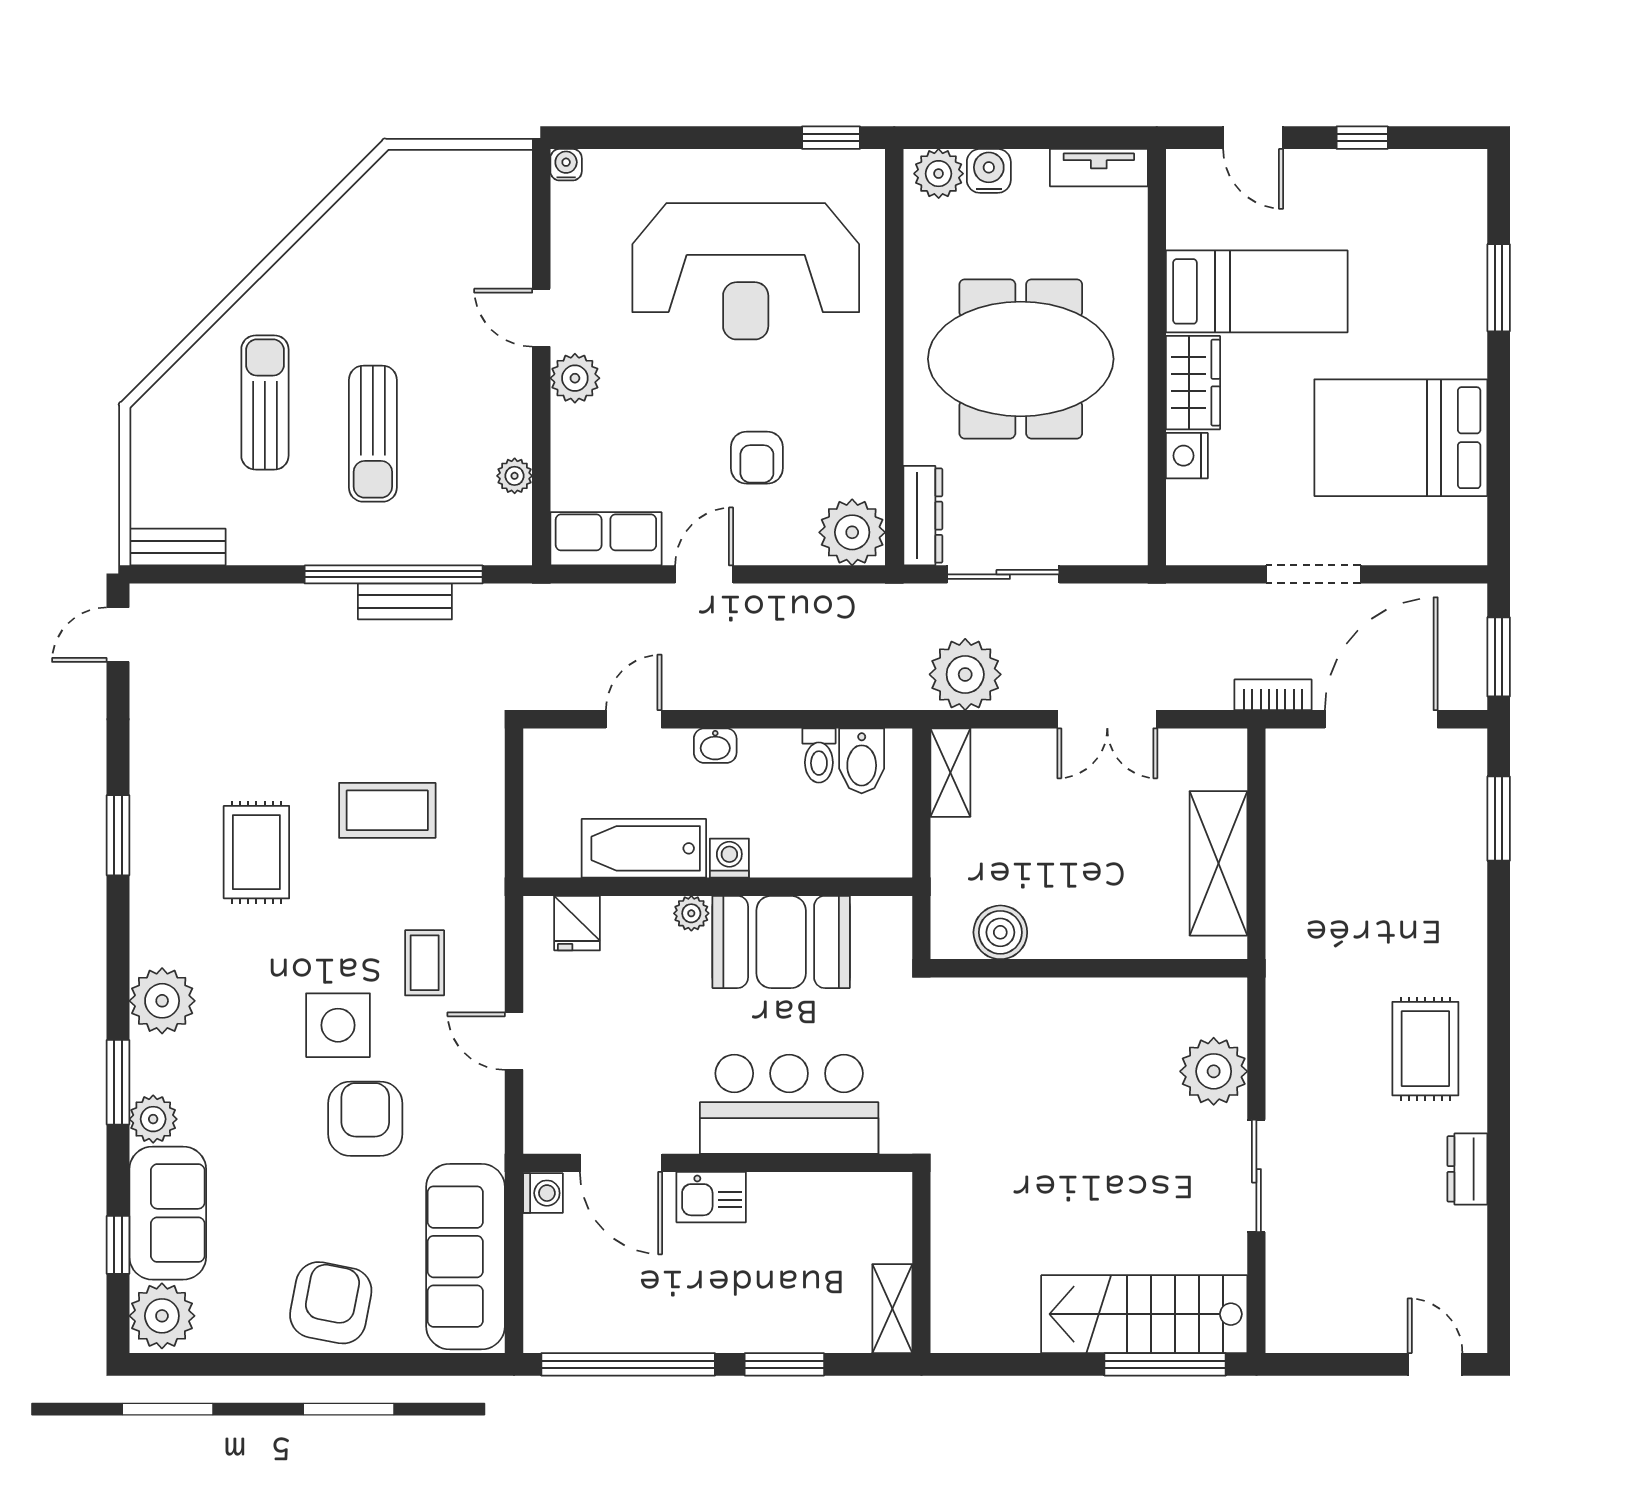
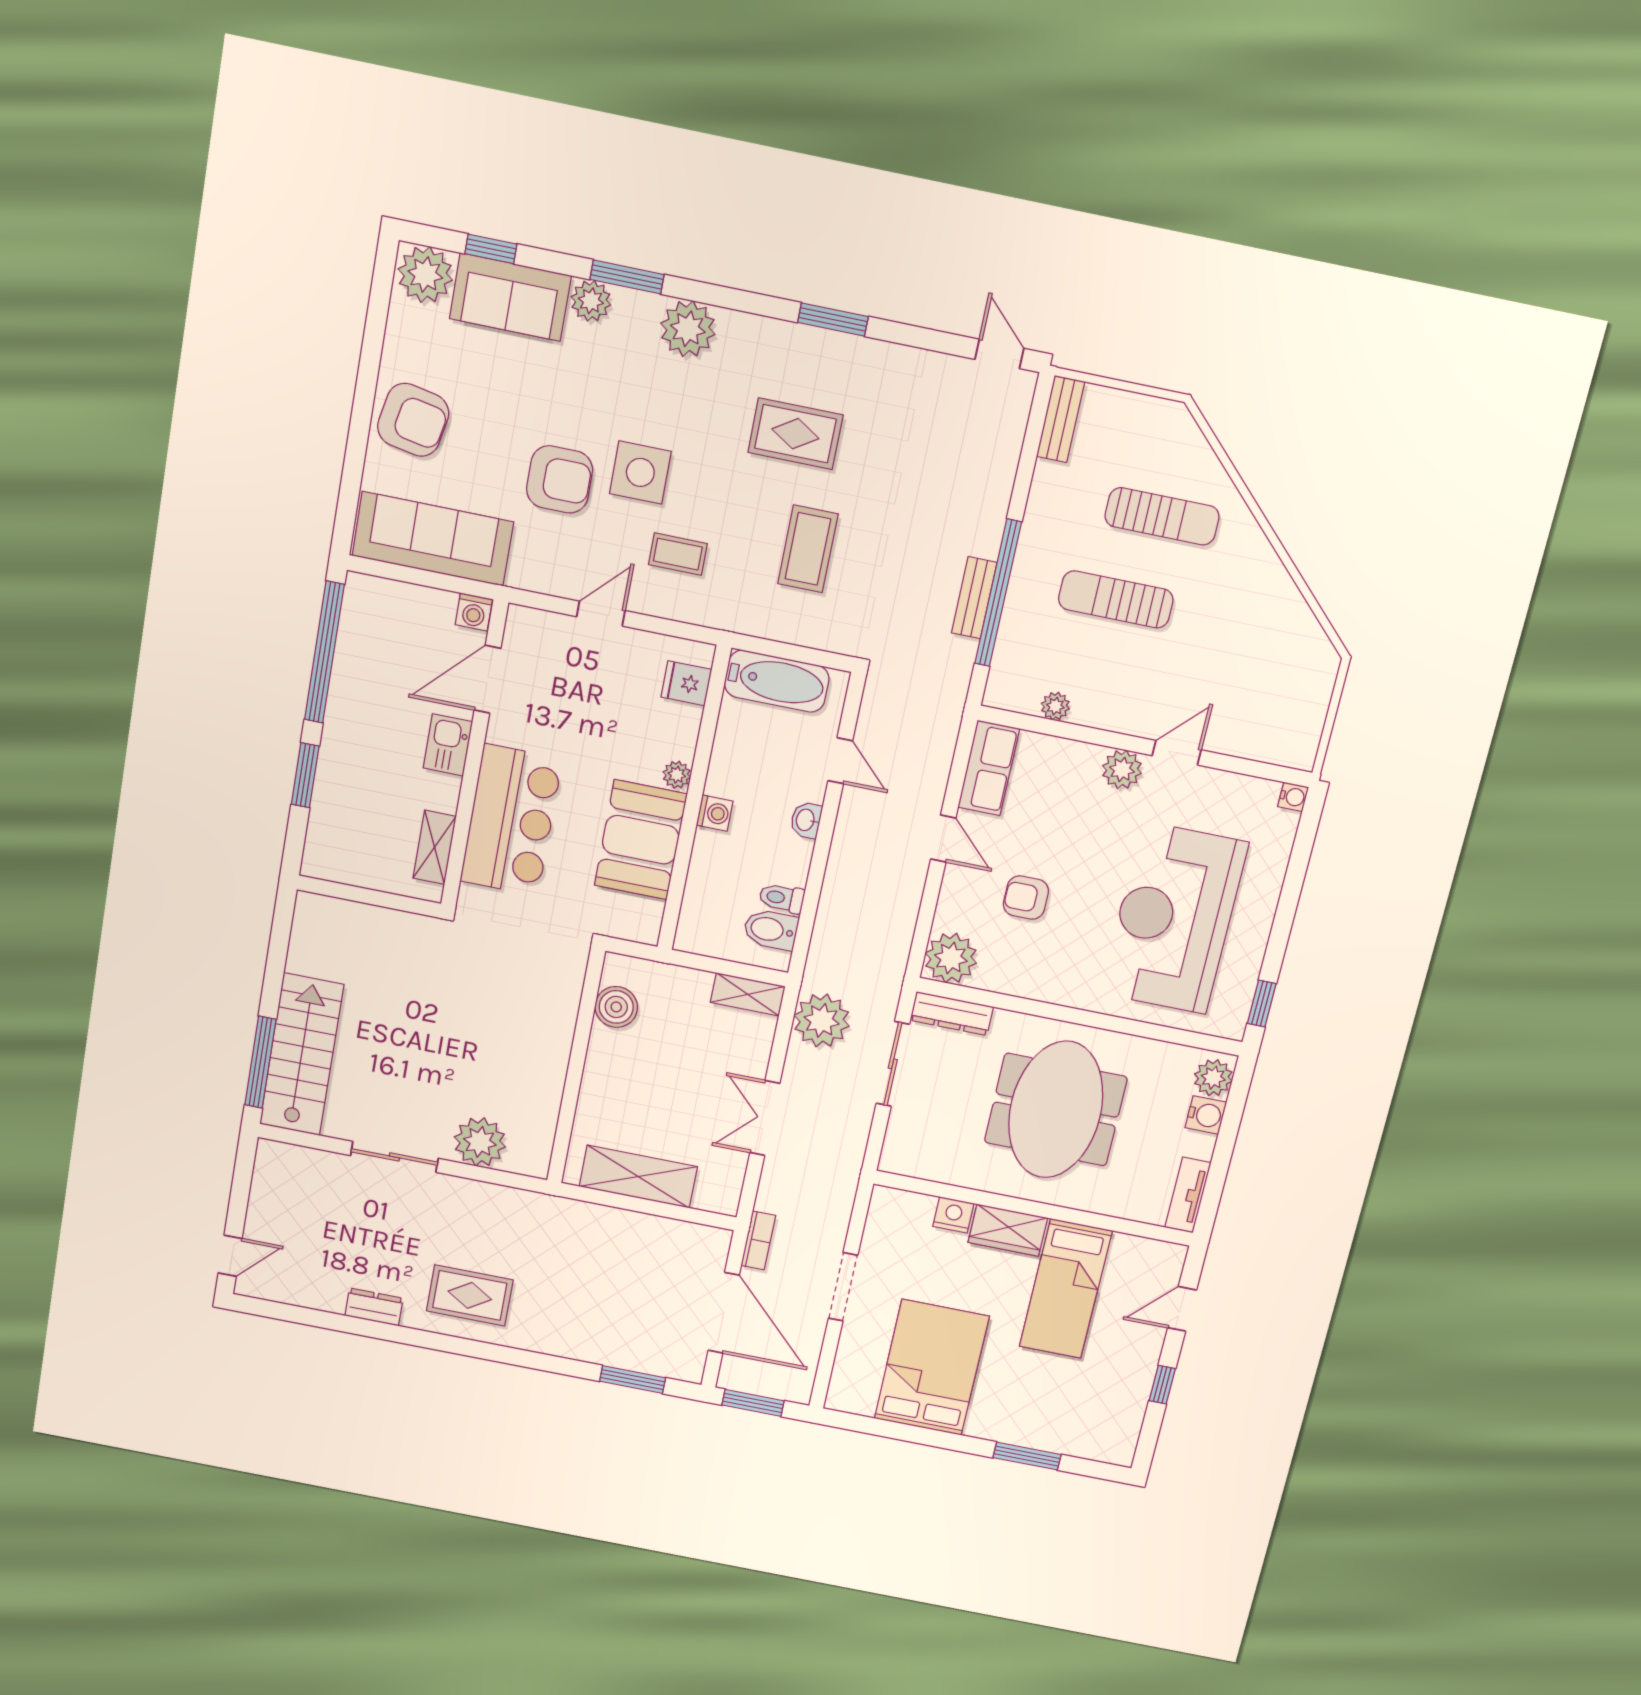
bathtub: (644, 848) -> (777, 681), moved, turned 90
shelving: (892, 1309) -> (435, 847), moved, turned 90

